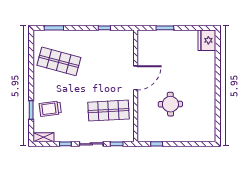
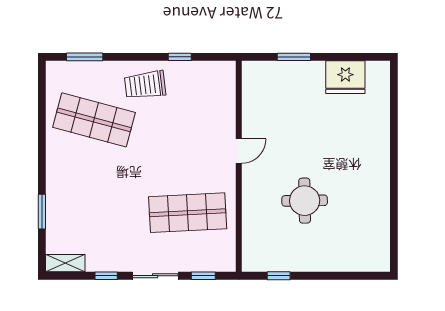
fridge: (207, 40) -> (345, 77), moved, turned -90
door: (136, 78) -> (239, 151), width x0.53
trolley: (50, 109) -> (145, 85), moved

